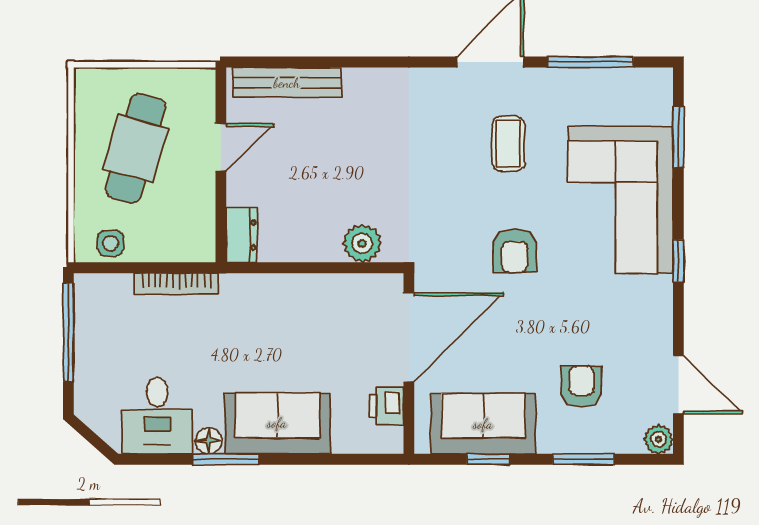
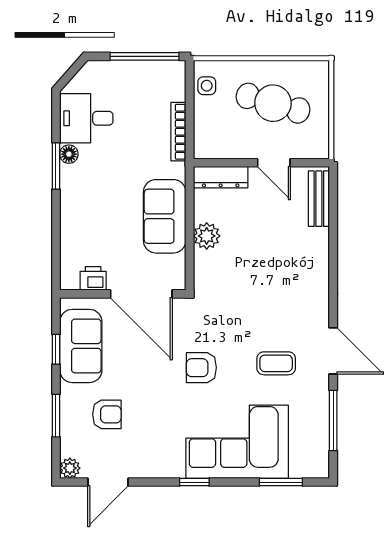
bench: (287, 83) -> (319, 199), width x0.73
dresser: (242, 235) -> (221, 177), width x1.44
plant: (362, 243) -> (207, 236), moved
sofa: (277, 423) -> (165, 216), moved, turned 180

